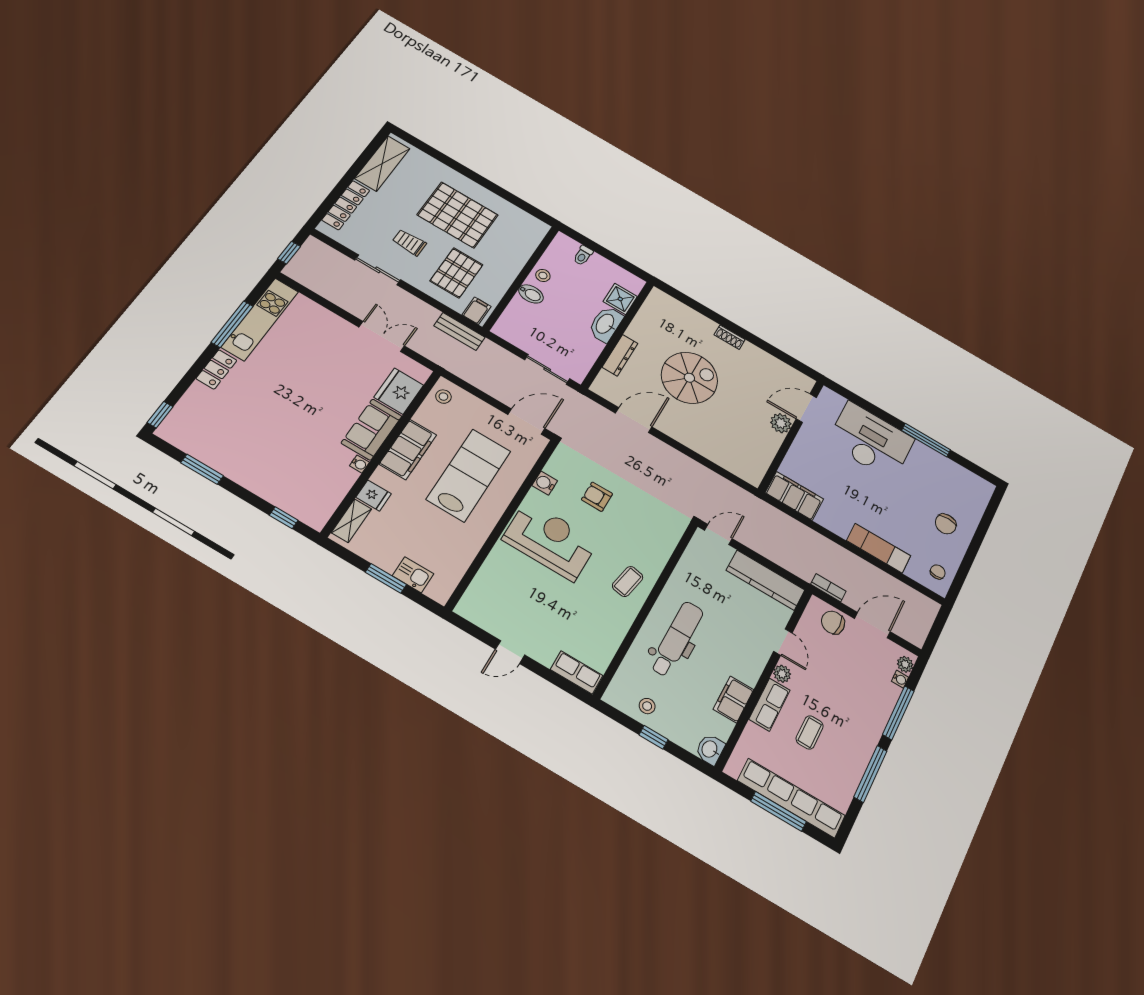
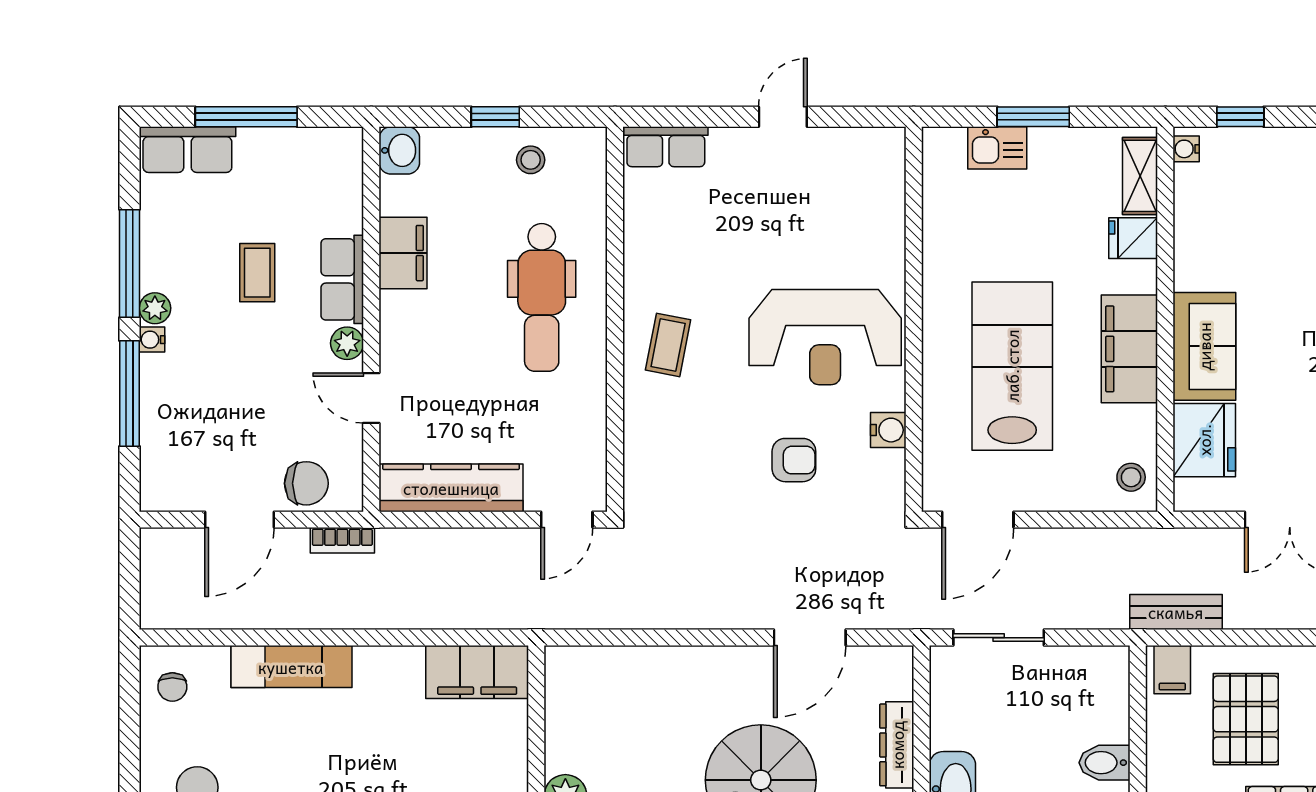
water cooler: (359, 464) -> (1186, 149), moved
lab bench: (469, 475) -> (1012, 366), turned 180
plant: (905, 664) -> (155, 308), moved
water cooler: (900, 679) -> (152, 340), moved
row of seats: (791, 798) -> (187, 150), width x0.50

